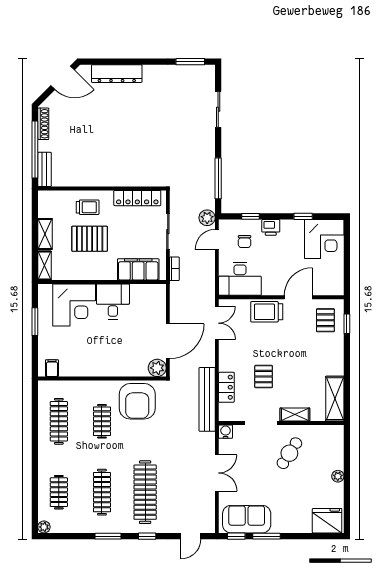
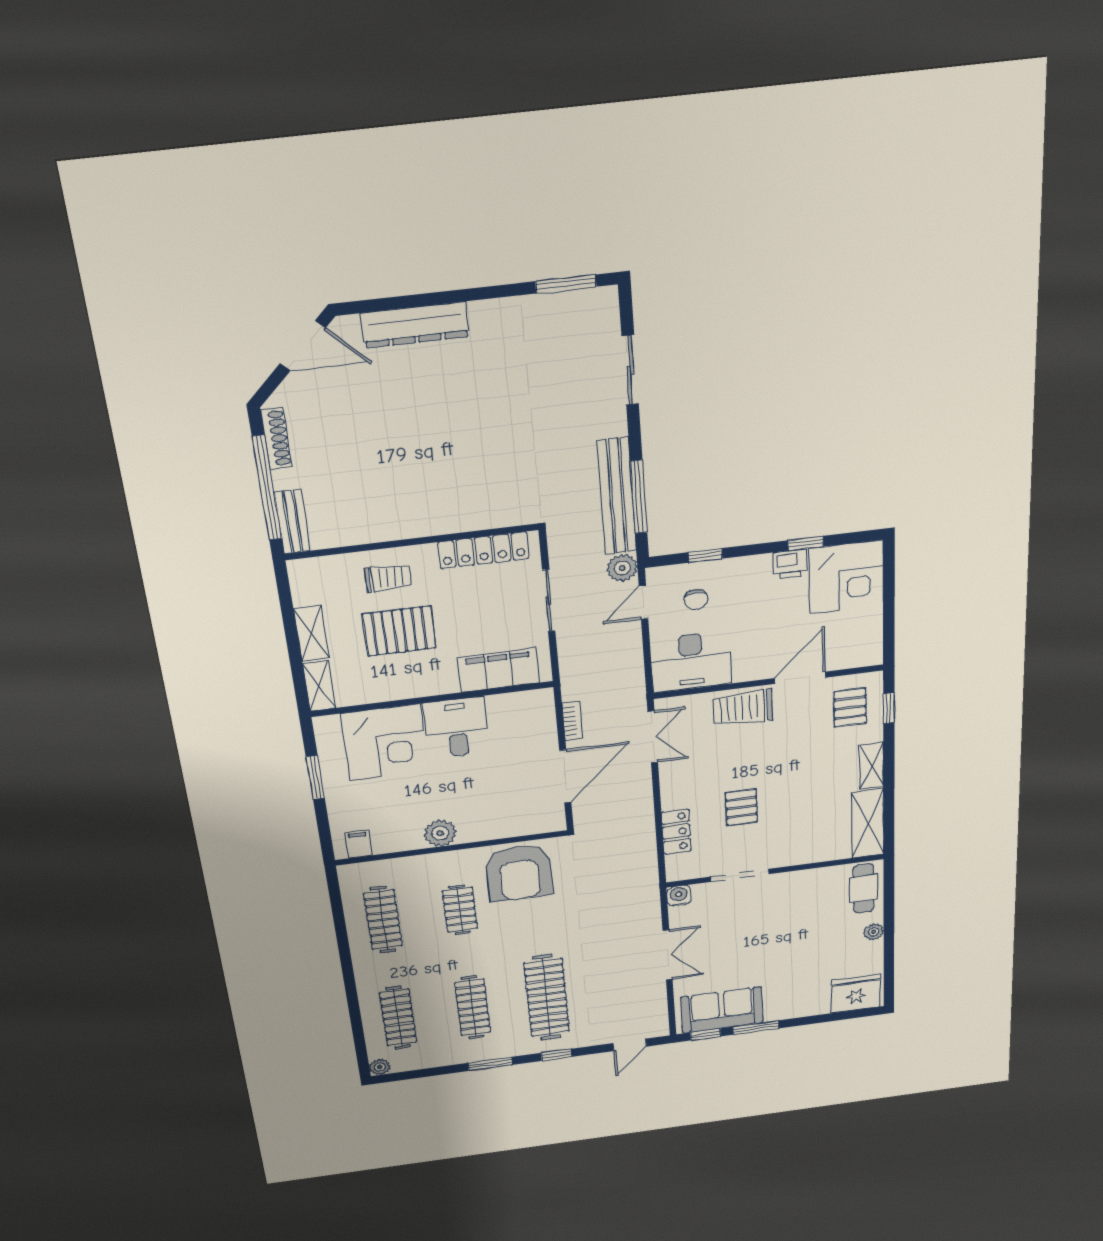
printer: (271, 227) -> (790, 564), moved
bookcase: (174, 269) -> (572, 721), moved
plant: (157, 368) -> (440, 833), moved
bench: (207, 399) -> (617, 496), moved
shelving: (295, 415) -> (872, 766), moved, turned 90
cafe table: (289, 453) -> (864, 888), moved, turned -33
clothes rail: (59, 492) -> (398, 1018), width x1.36

